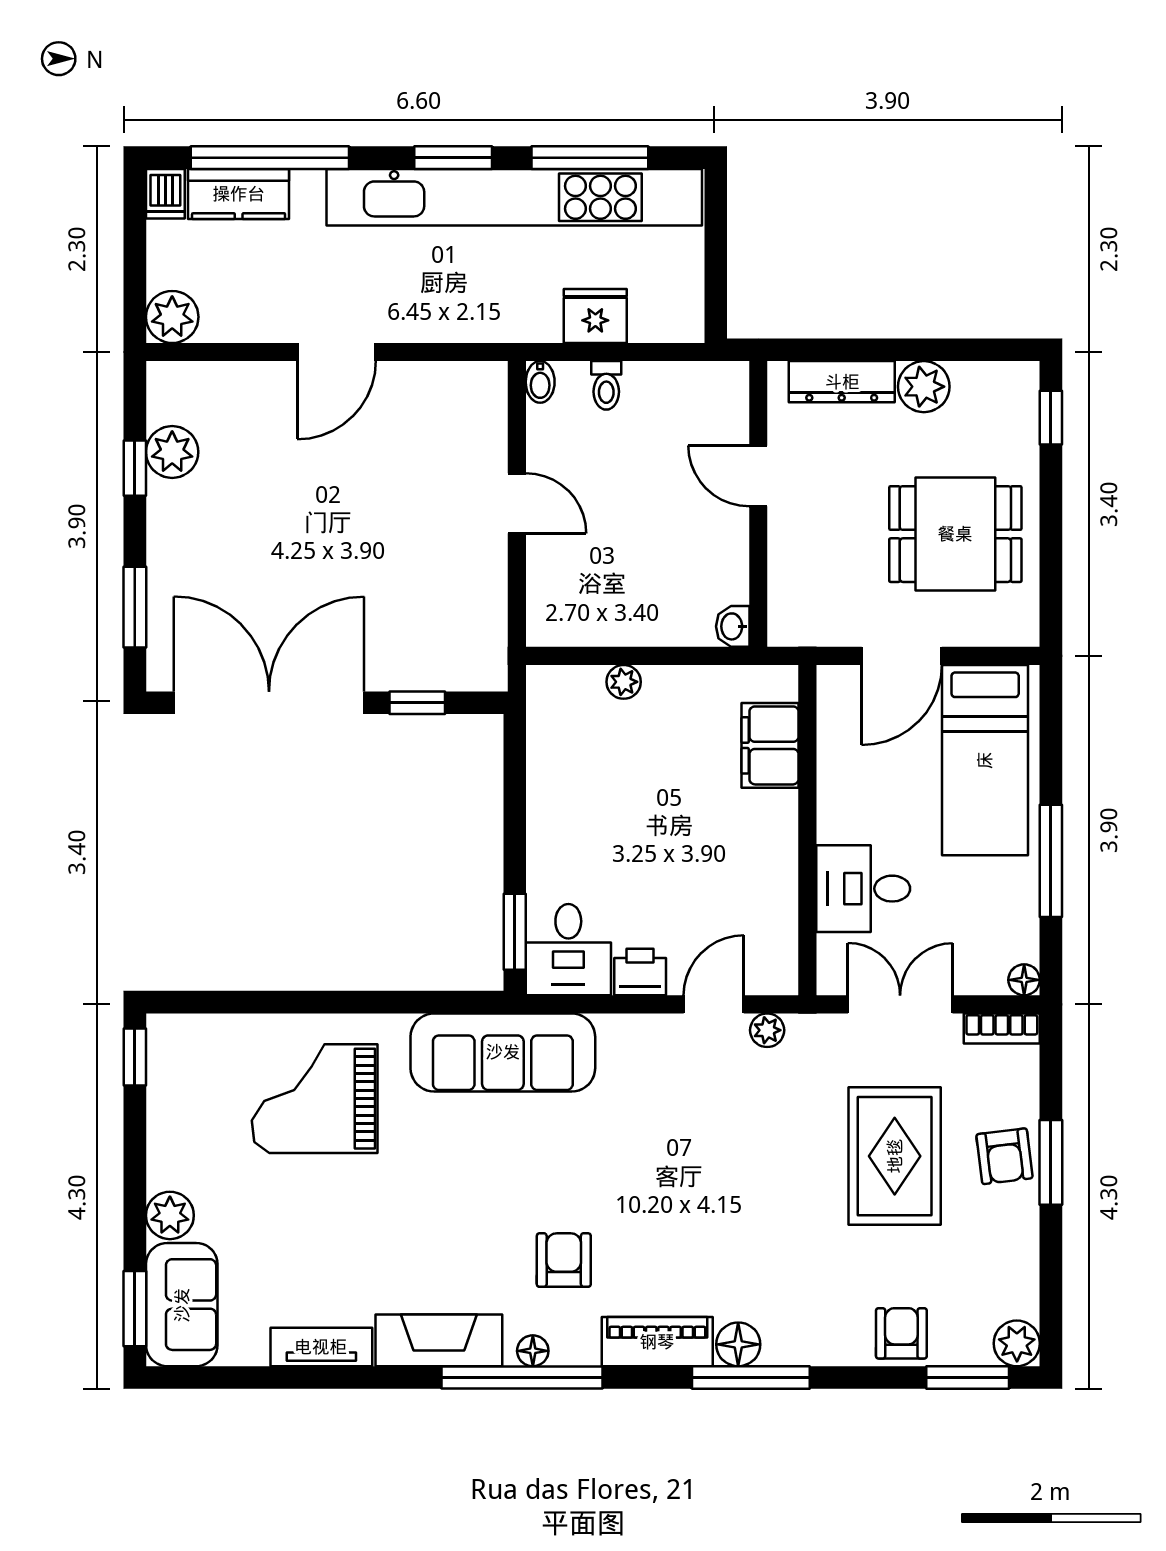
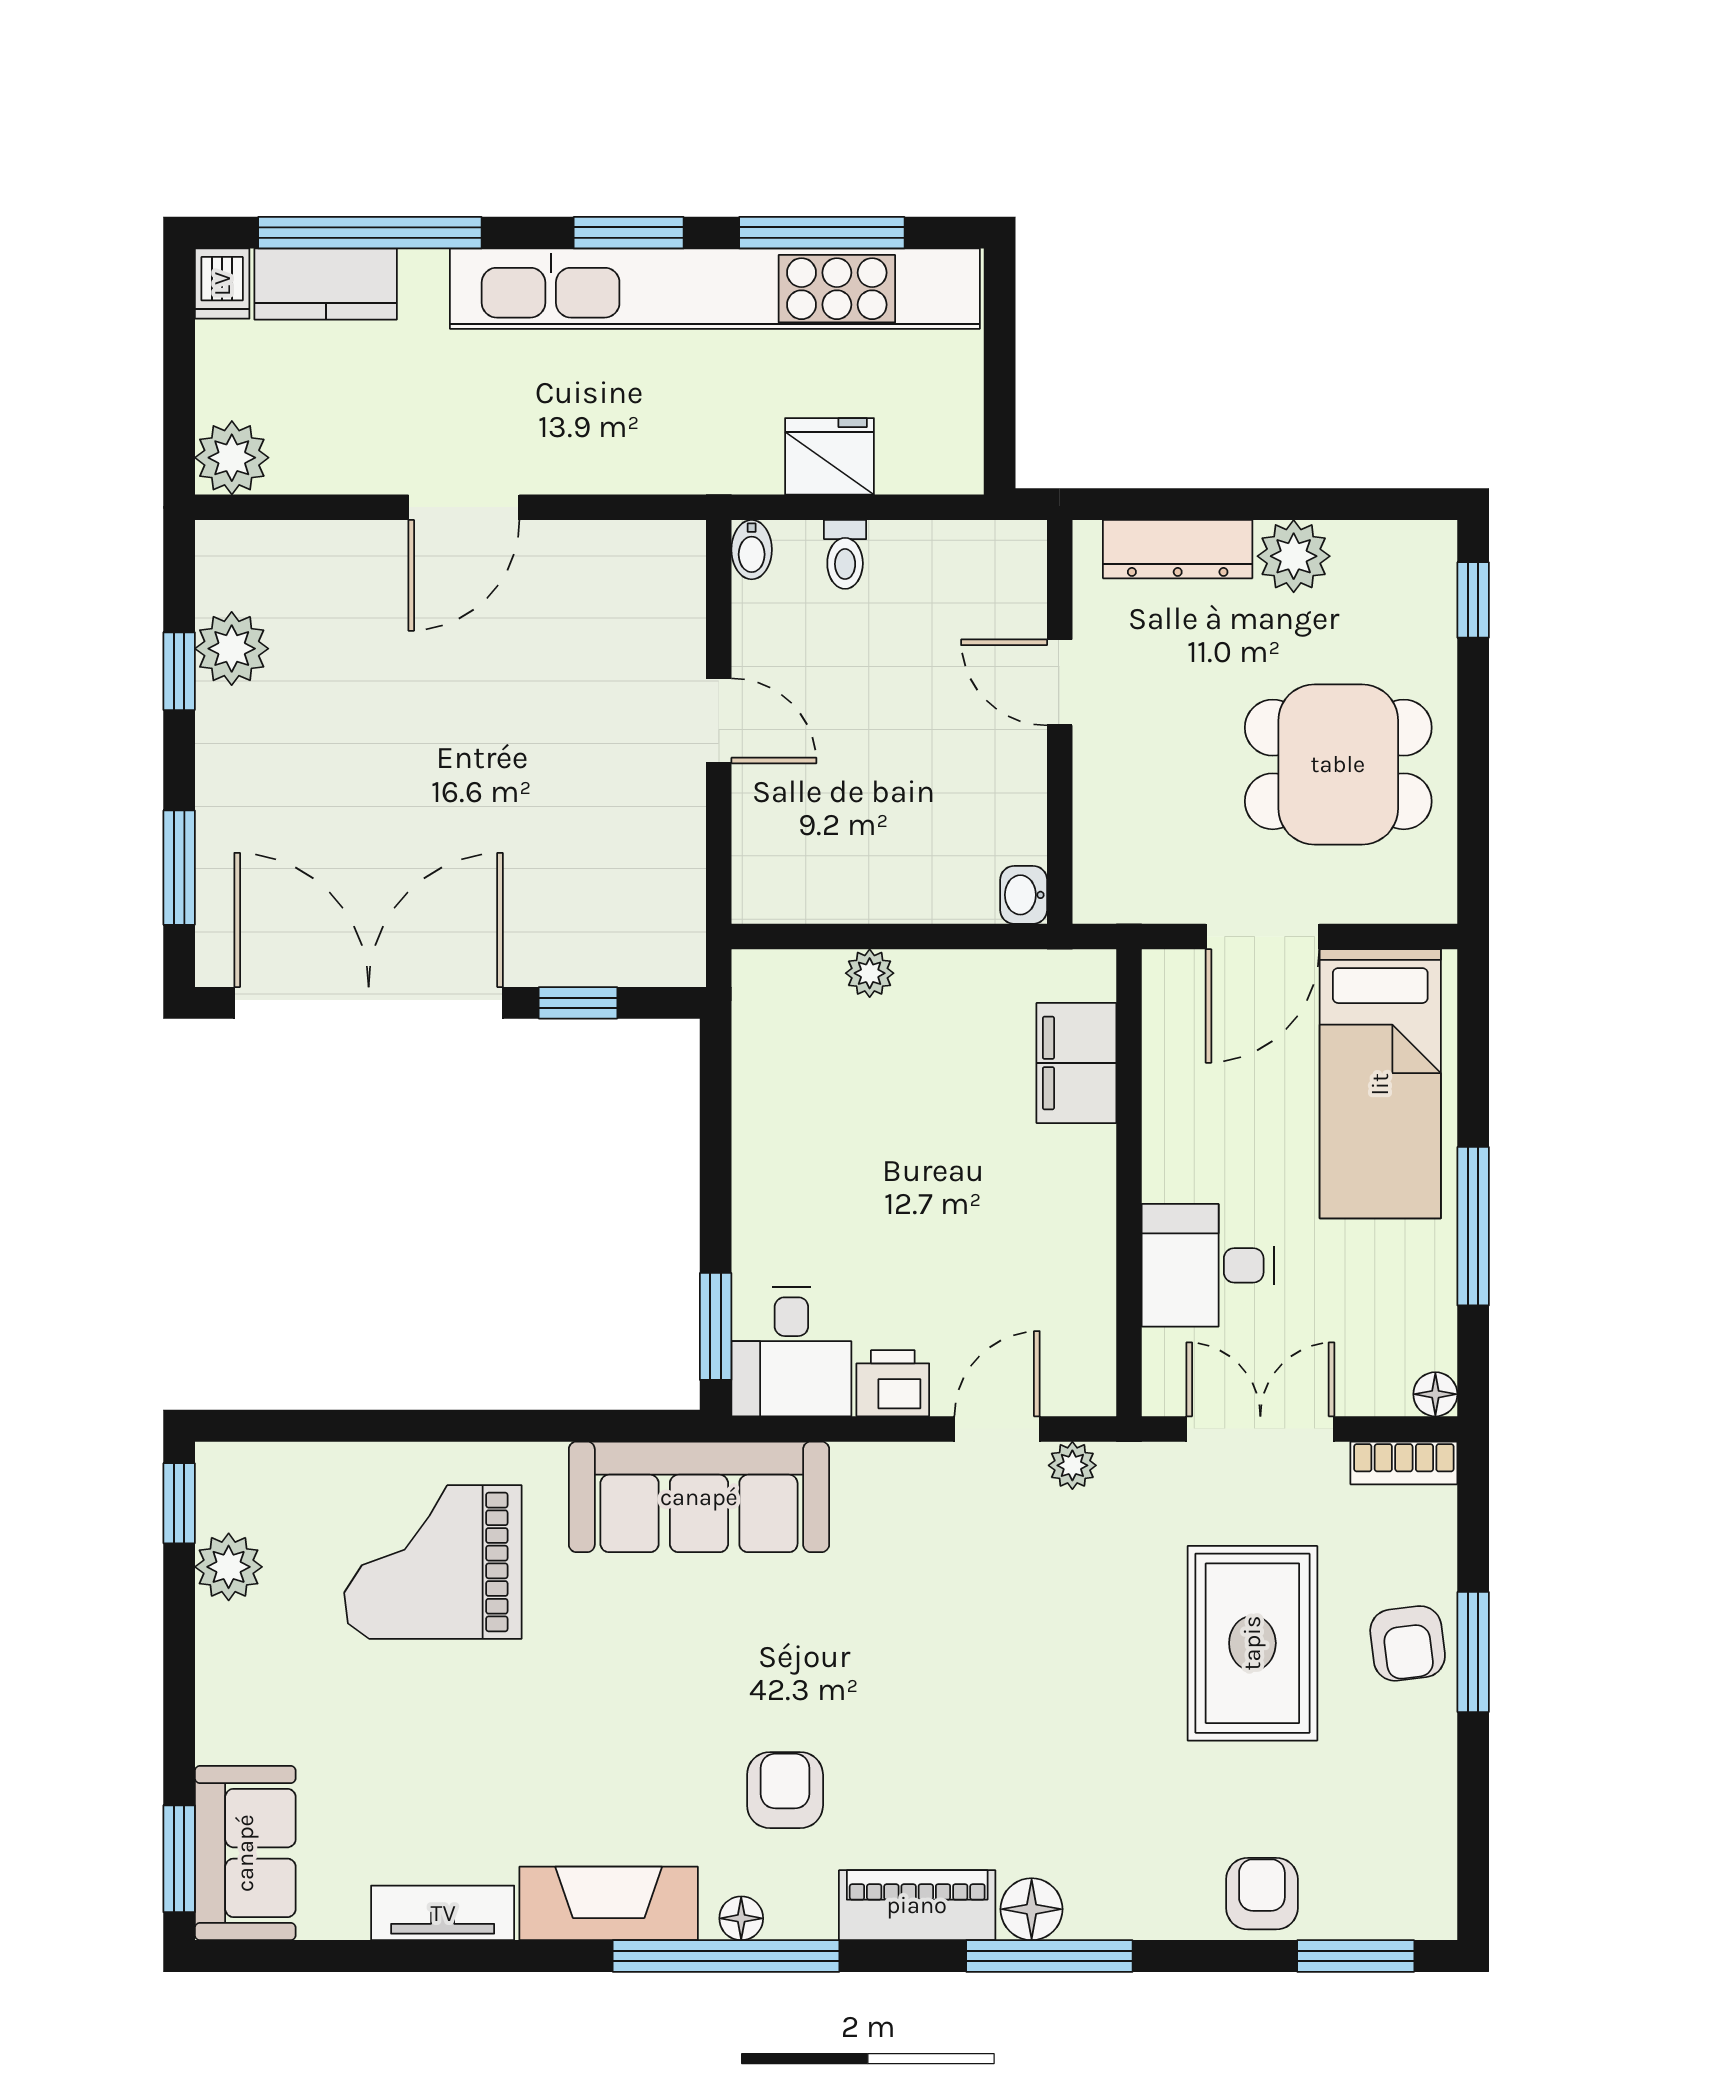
plant: (170, 1215) -> (229, 1567), moved
plant: (1017, 1343) -> (1425, 1908), removed

